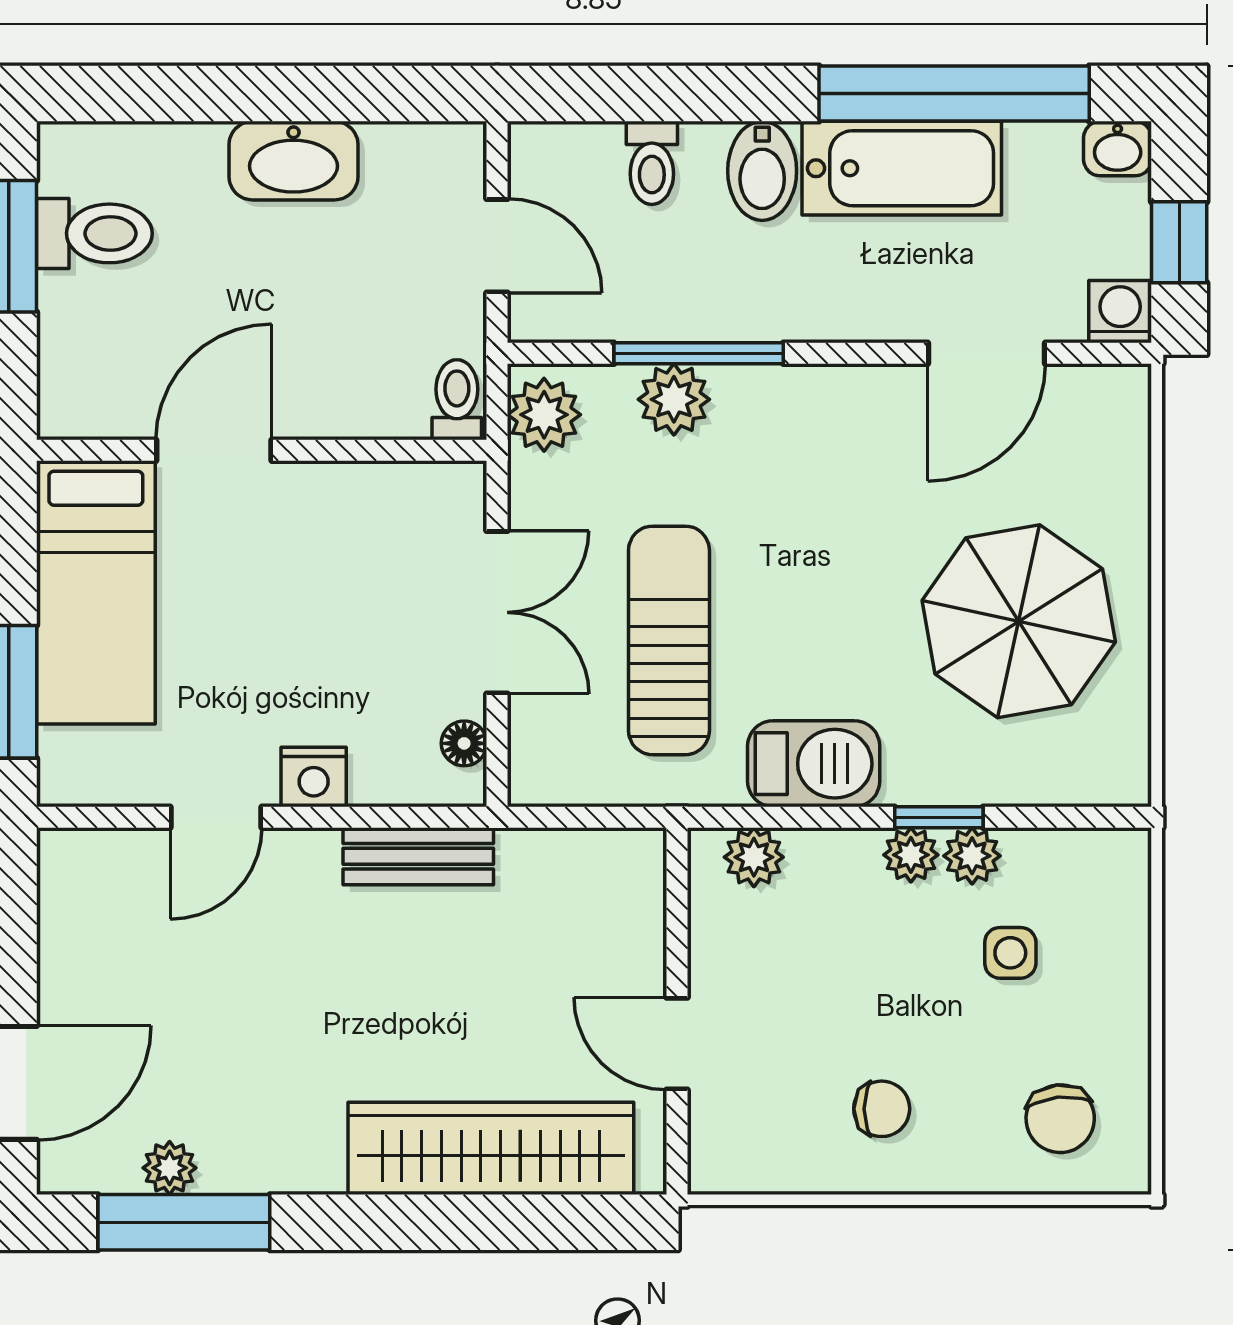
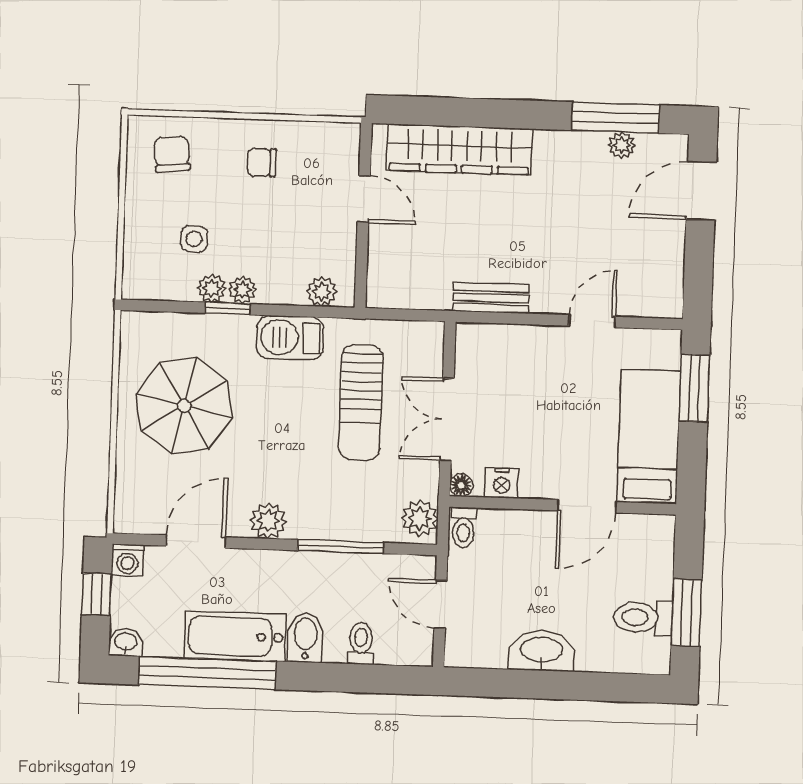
plant: (674, 399) -> (268, 521), moved
floor lamp: (464, 743) -> (461, 485), moved
nightstand: (314, 777) -> (502, 483), moved, turned 180

